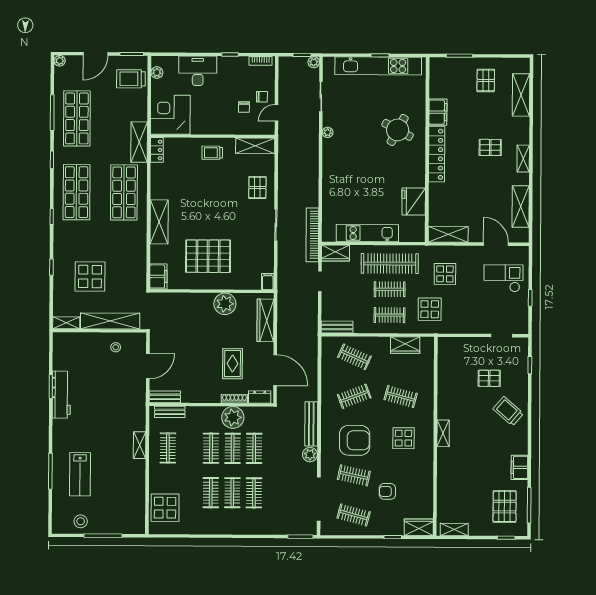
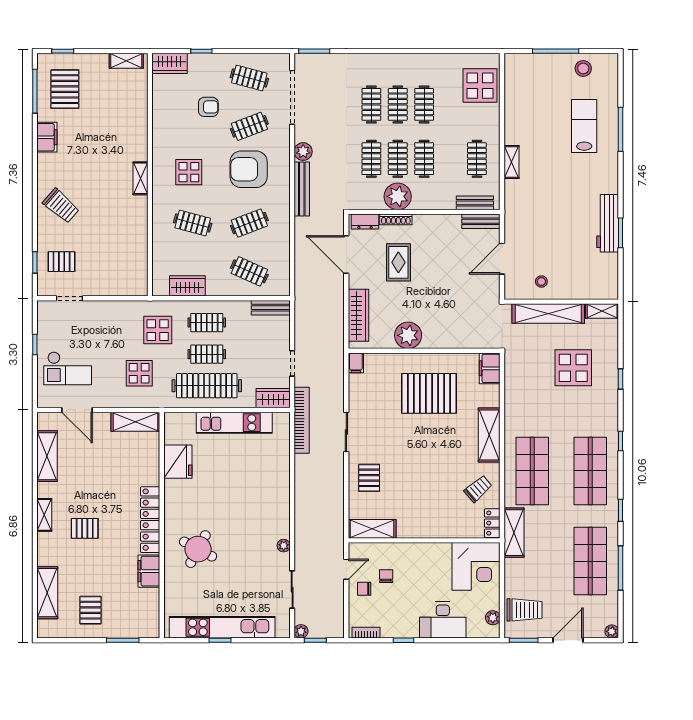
trolley: (212, 153) -> (478, 489), moved, turned -41
pallet: (489, 378) -> (62, 262), moved
clothes rail: (354, 475) -> (249, 126), turned -33

